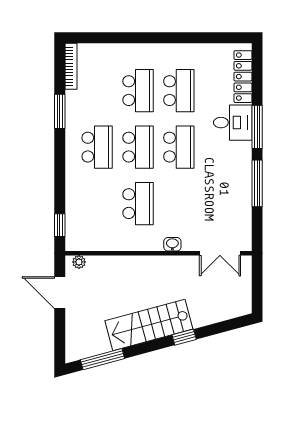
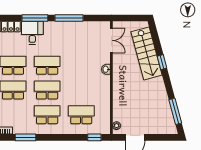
school desk: (138, 204) -> (81, 115), moved
stairs: (149, 325) -> (147, 53), moved

